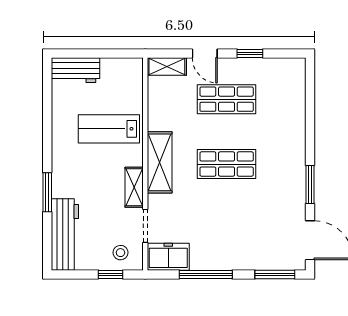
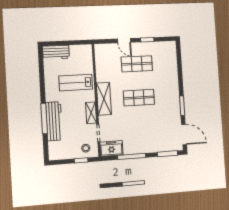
shelving: (167, 66) -> (105, 48), removed
window: (47, 192) -> (44, 118), width x1.44
workbench: (65, 234) -> (54, 121), moved

